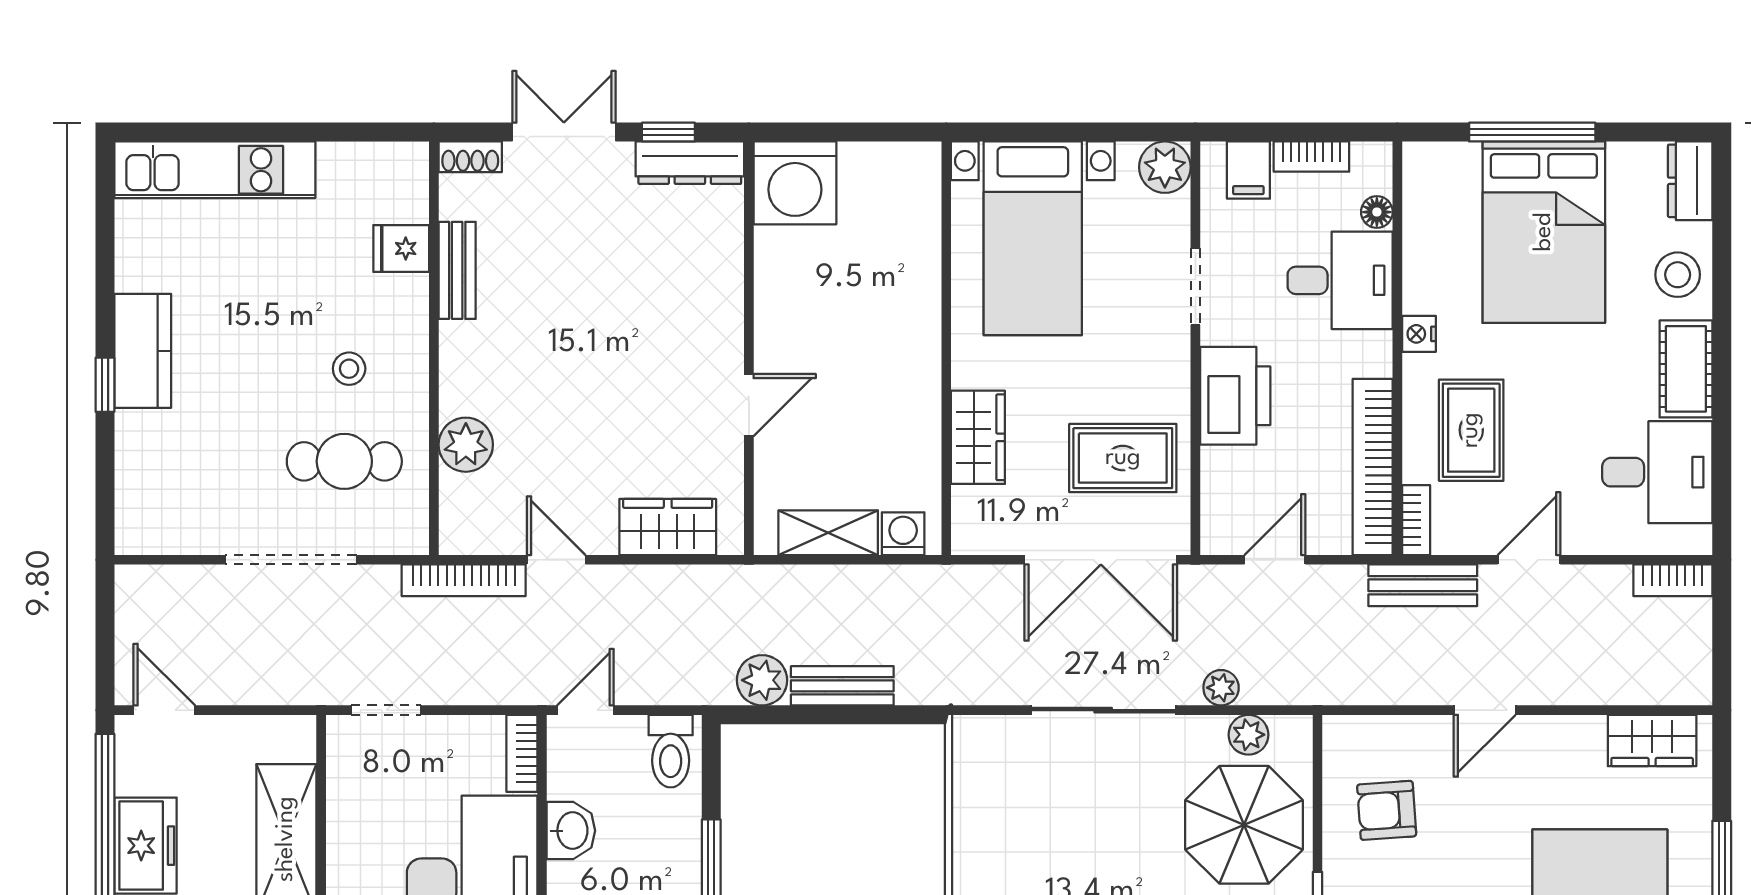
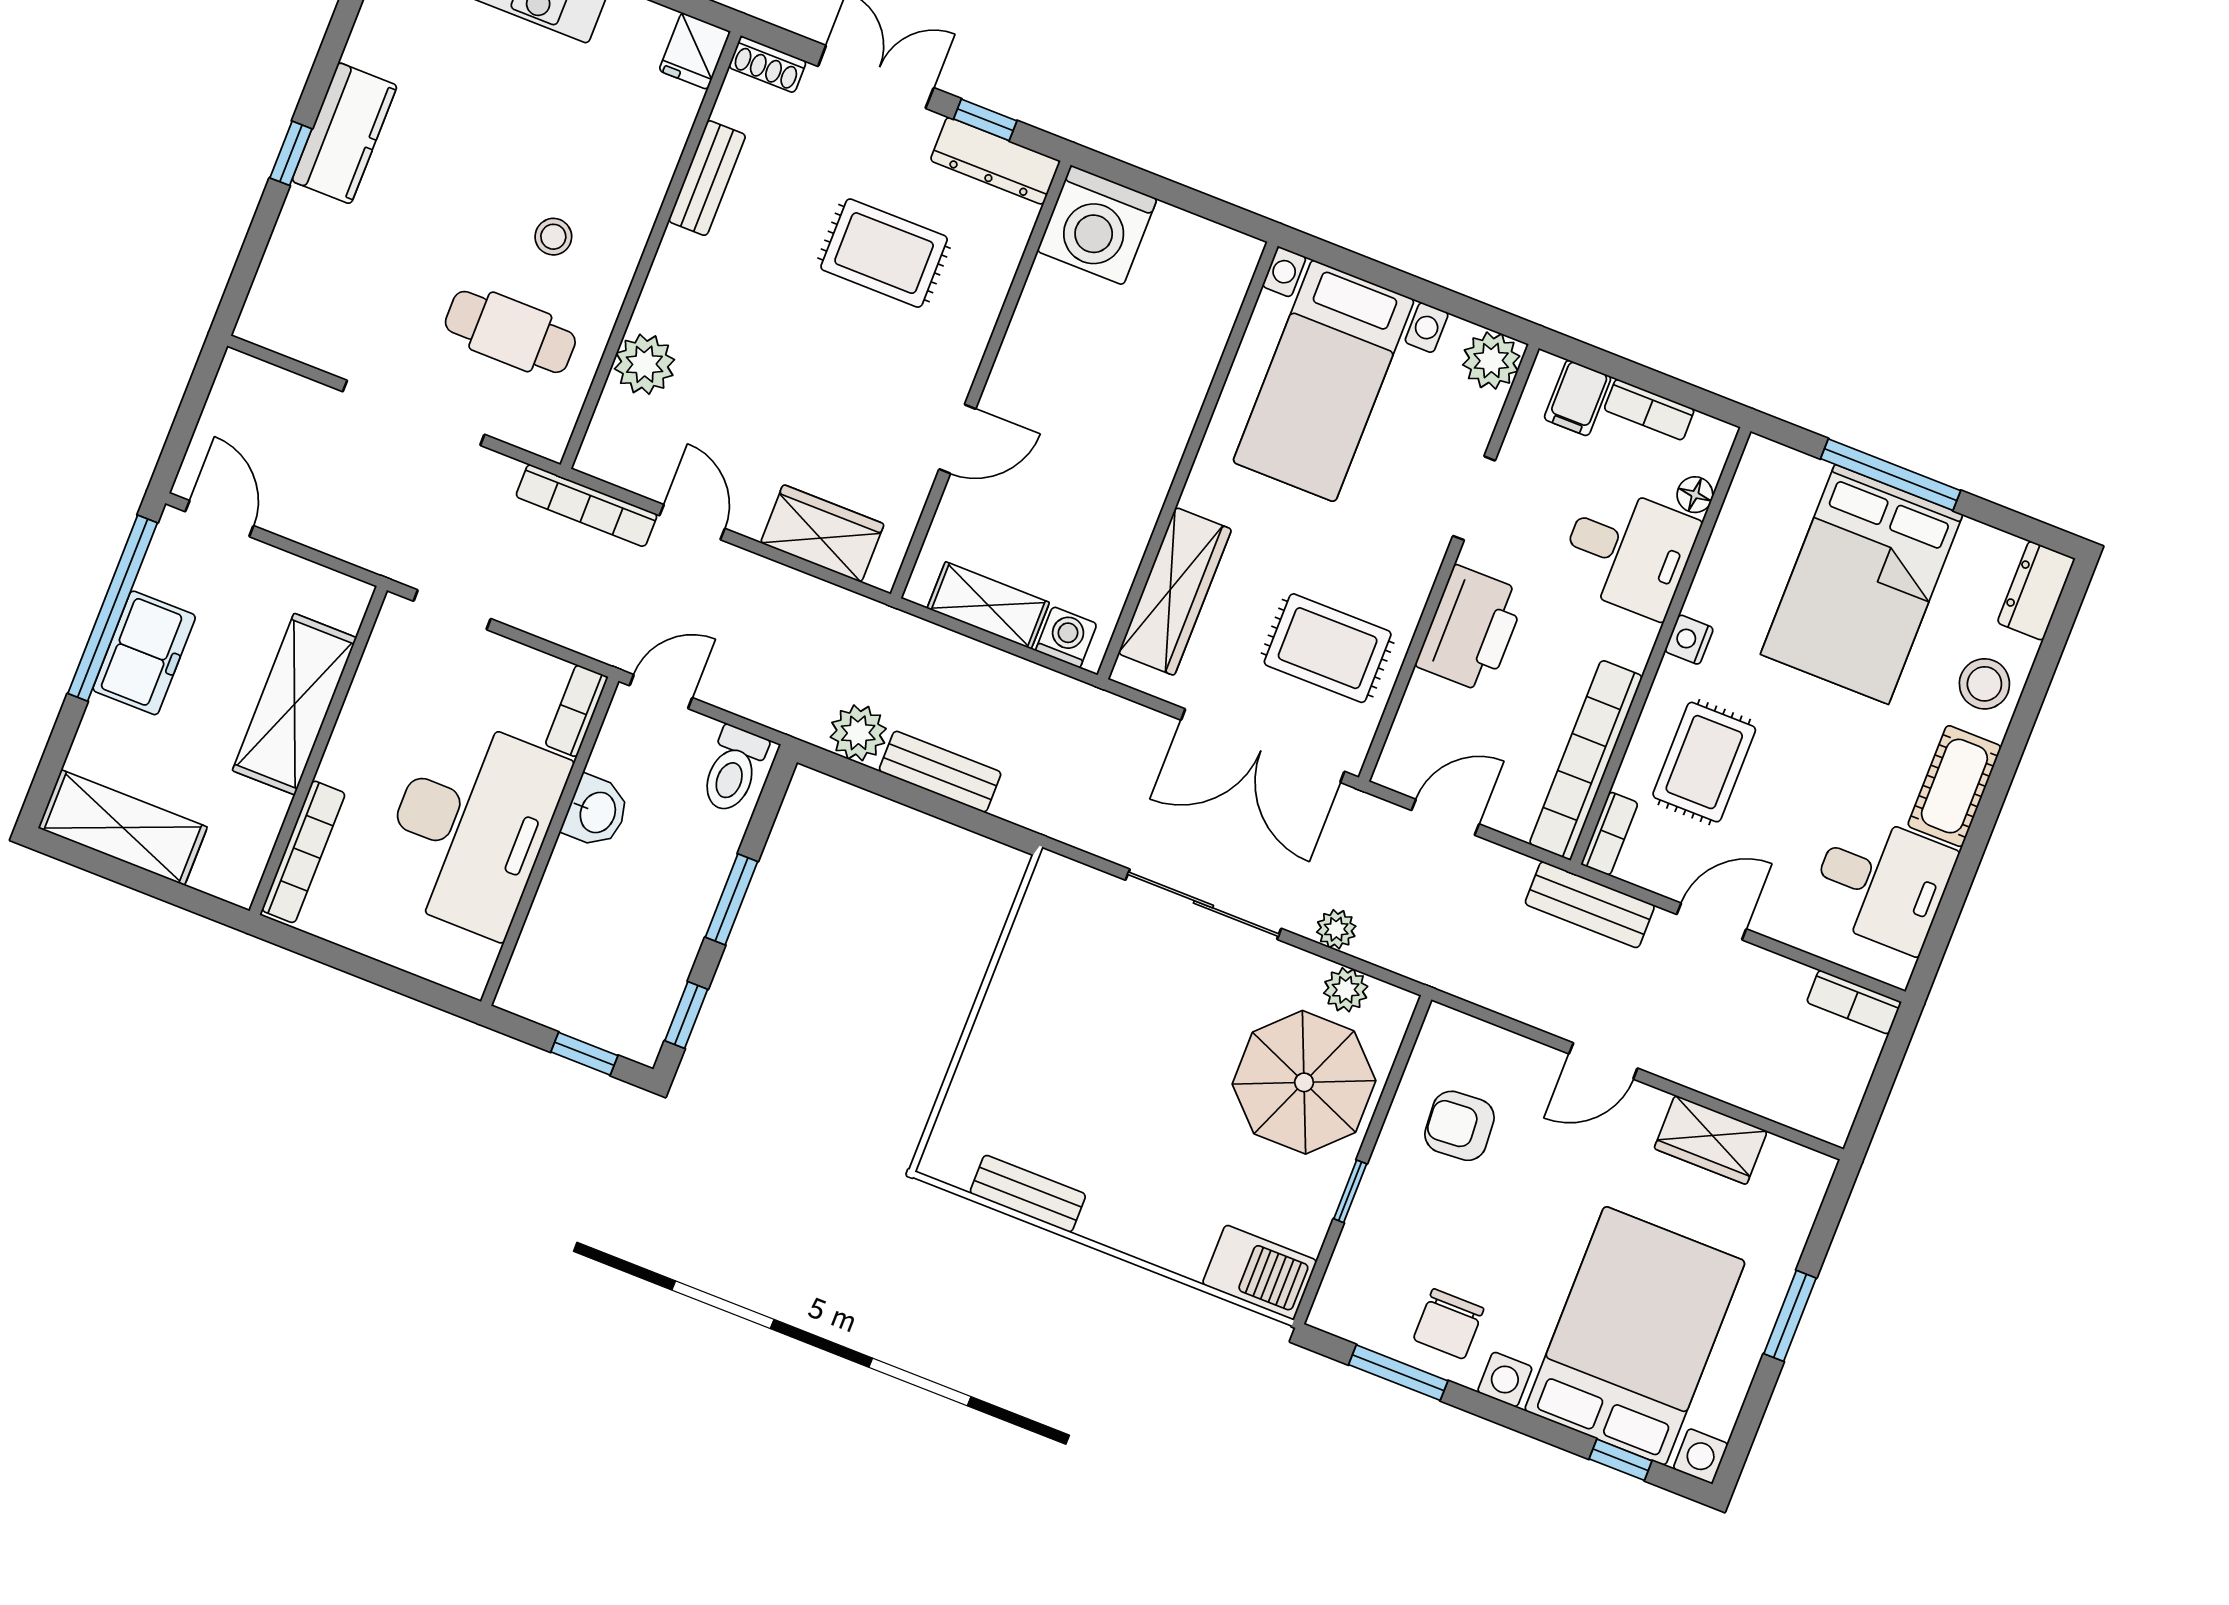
fridge: (401, 248) -> (695, 51), moved, turned -90
rug: (628, 275) -> (884, 253), added
wardrobe: (978, 437) -> (1175, 591), width x1.50
wardrobe: (1652, 741) -> (1711, 1140), moved

